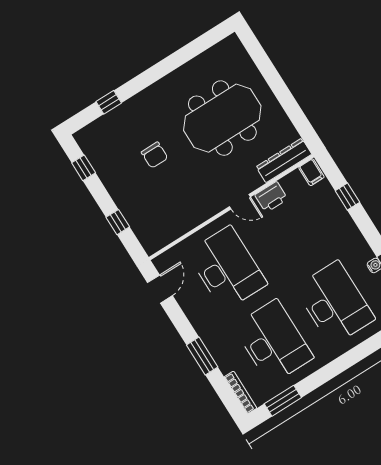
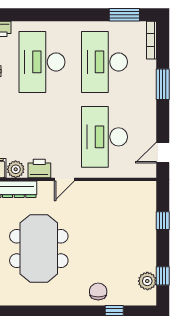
meeting table: (222, 118) -> (39, 248), turned 90
plant: (96, 153) -> (147, 281), added
chair: (155, 155) -> (98, 291), moved
plant: (294, 182) -> (16, 169), added
door: (240, 202) -> (64, 179), swing flipped

